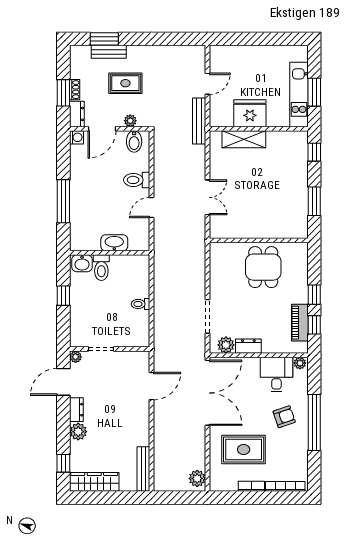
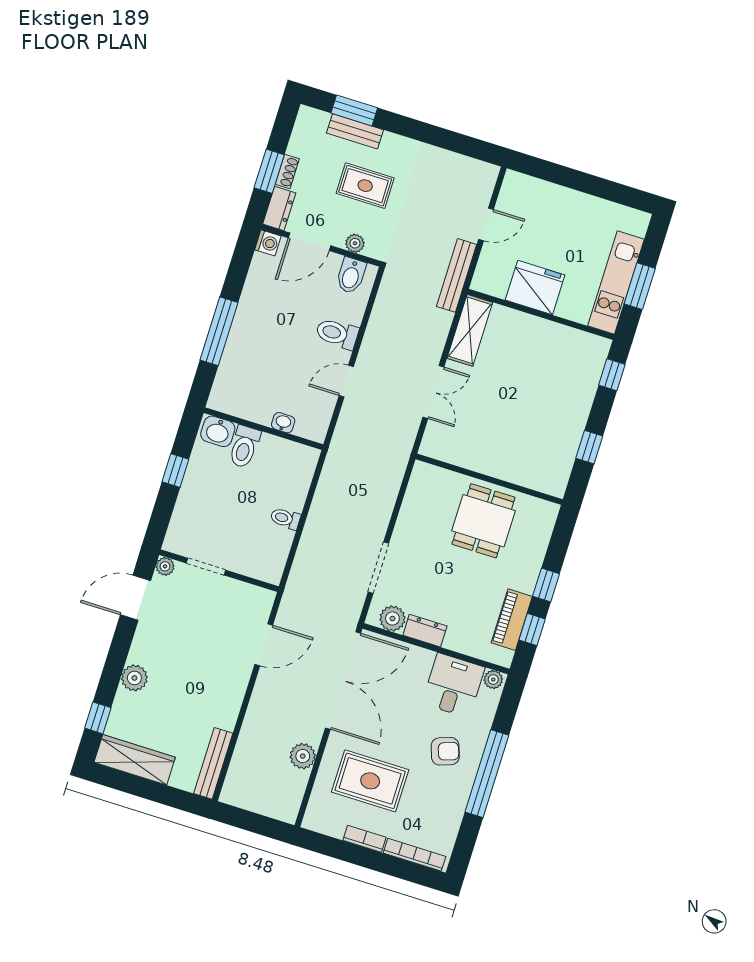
shelving: (244, 139) -> (470, 330), moved, turned 90
window: (314, 201) -> (589, 447), width x0.67
washbasin: (114, 243) -> (283, 423), width x0.52, depth x0.69
dresser: (76, 410) -> (142, 645), removed
plant: (197, 478) -> (303, 756), moved

